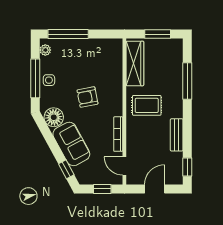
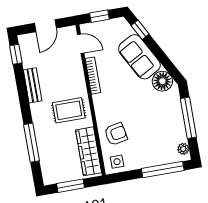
side table: (49, 80) -> (117, 162), moved
armchair: (87, 97) -> (116, 134), moved

